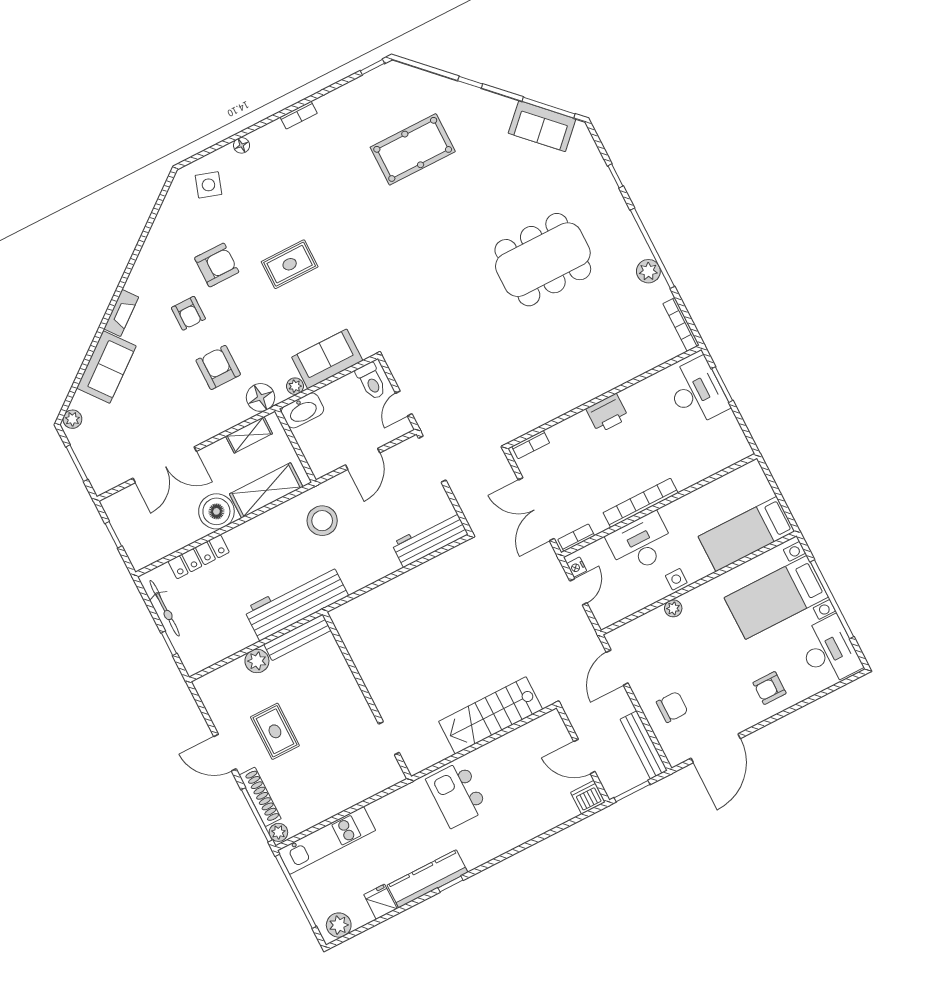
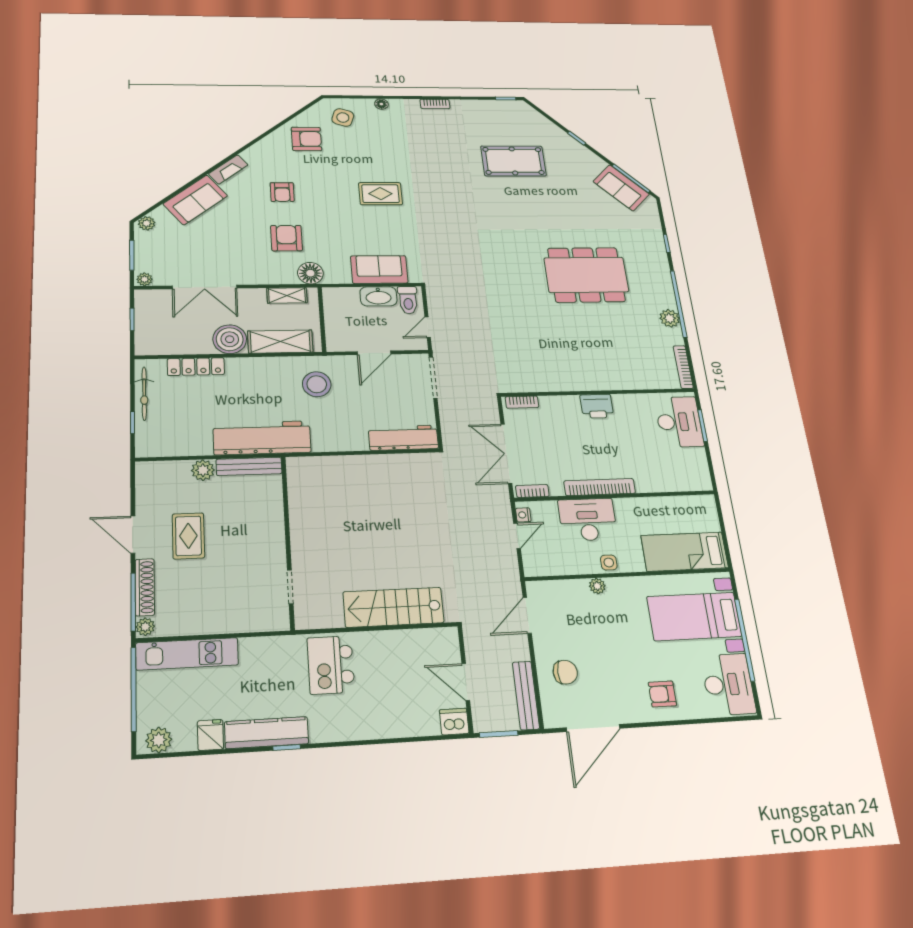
armchair: (217, 265) -> (306, 139), moved
plant: (295, 386) -> (145, 279), moved
washbasin: (303, 410) -> (378, 296), moved

